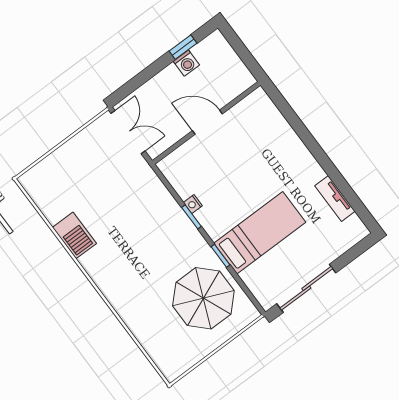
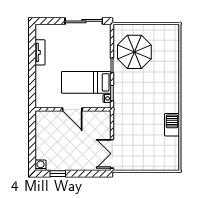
washing machine: (186, 63) -> (41, 165), moved
door: (207, 122) -> (72, 109), moved
wall: (206, 123) -> (73, 109), moved
bed: (260, 233) -> (86, 82), moved

